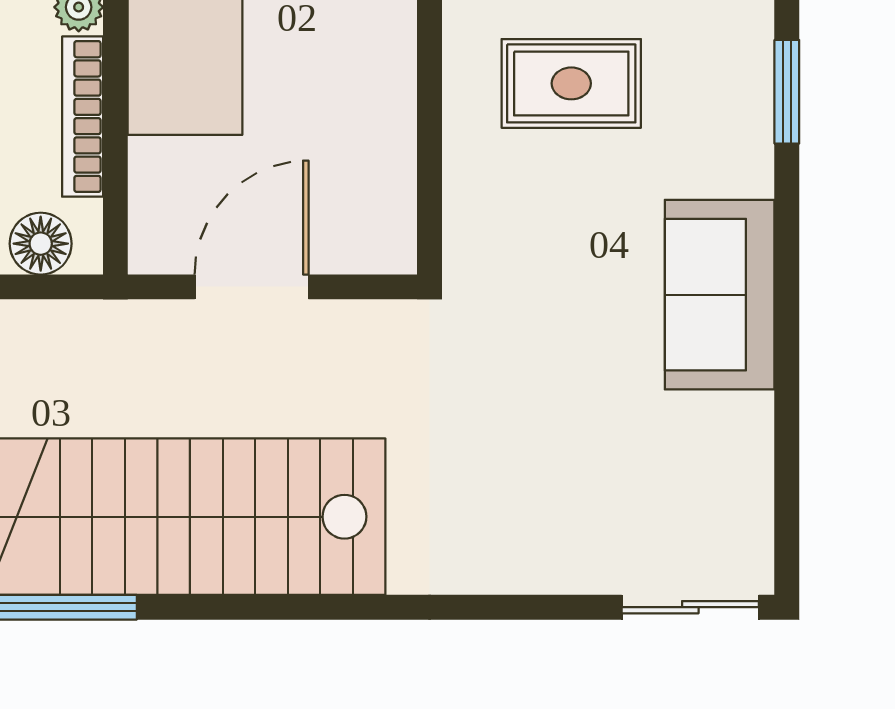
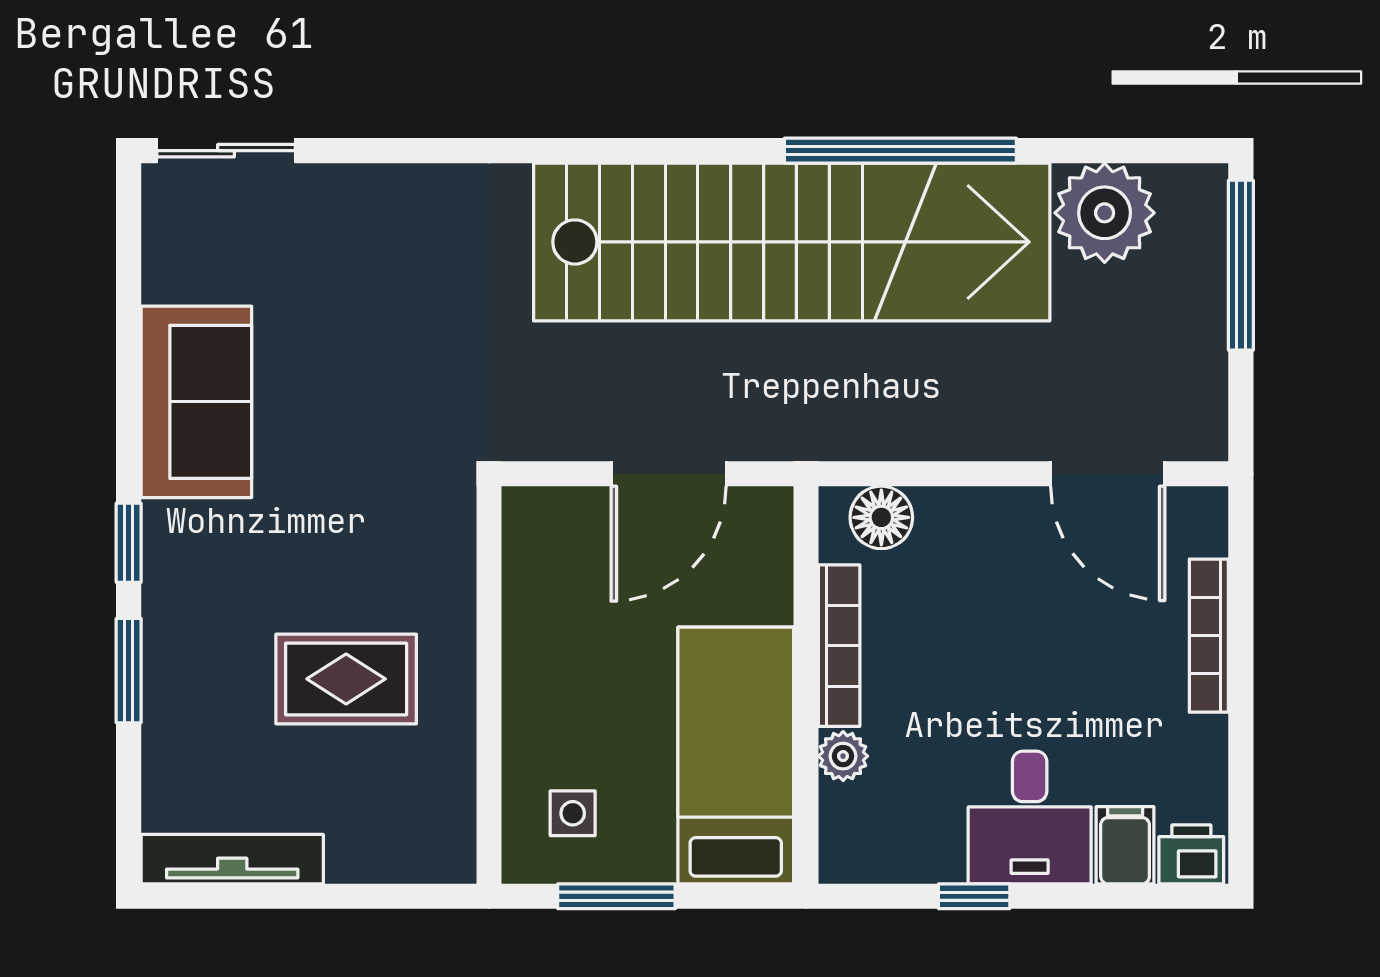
window: (787, 219) -> (129, 543), added
sofa: (720, 295) -> (196, 402), moved

